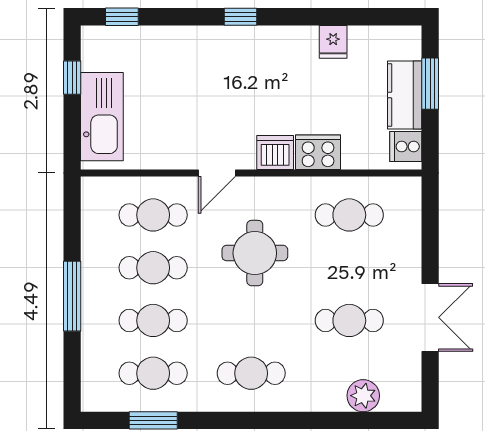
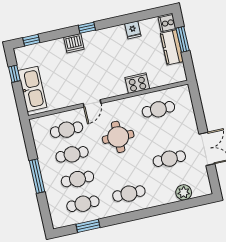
cooker: (406, 146) -> (167, 23), moved
dishwasher: (275, 153) -> (74, 43), moved, turned 180

